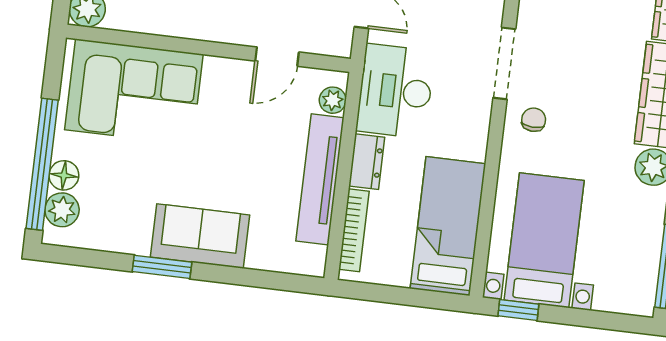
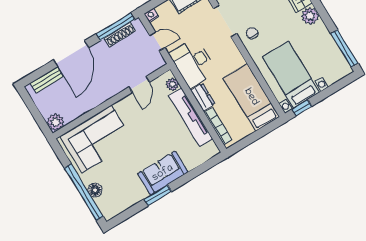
plant: (62, 210) -> (104, 203), removed

